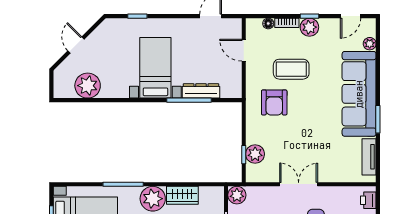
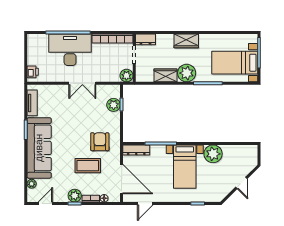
door: (244, 50) -> (122, 179), width x1.87
plant: (88, 86) -> (213, 154), moved
dresser: (201, 91) -> (136, 150), moved

